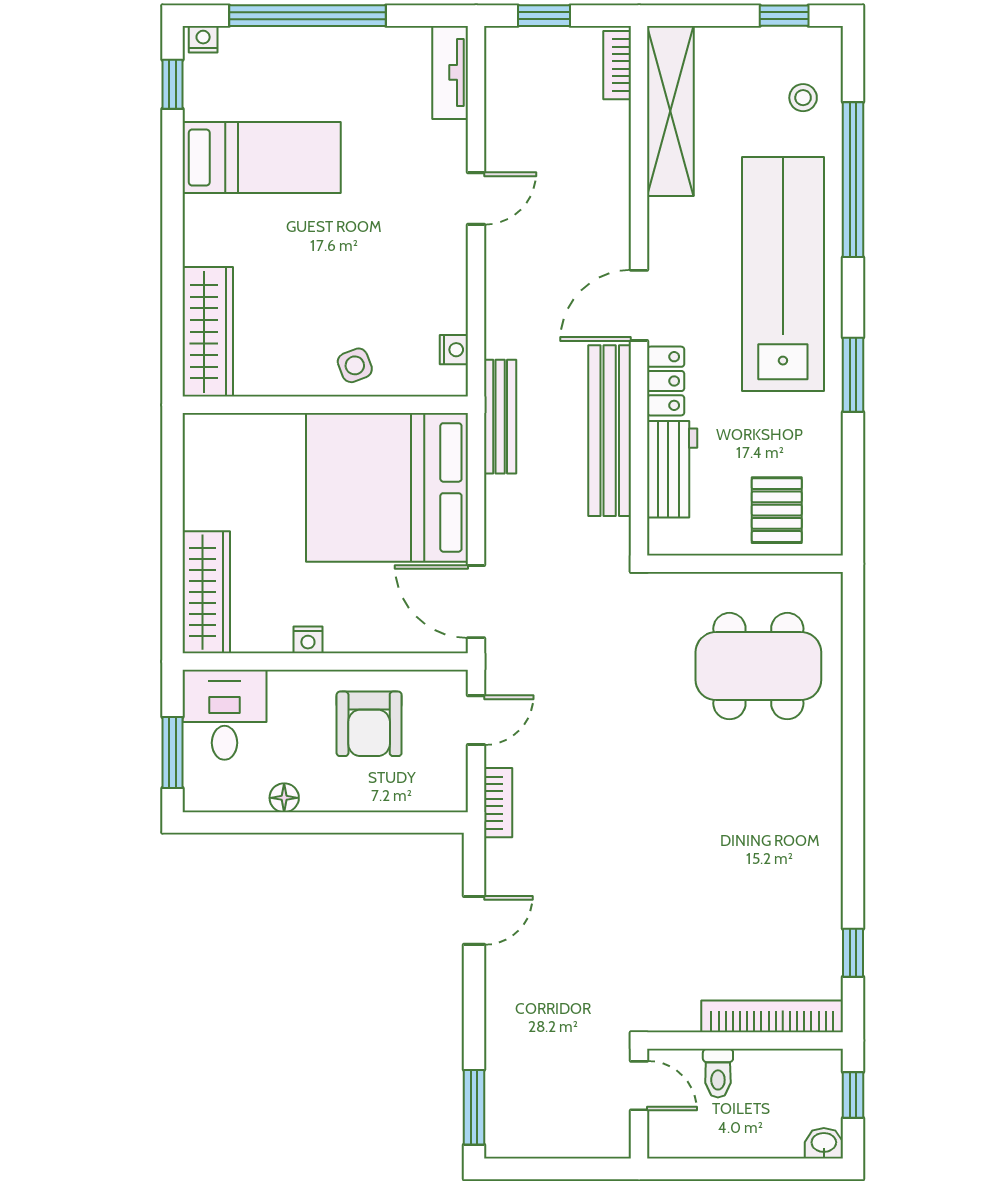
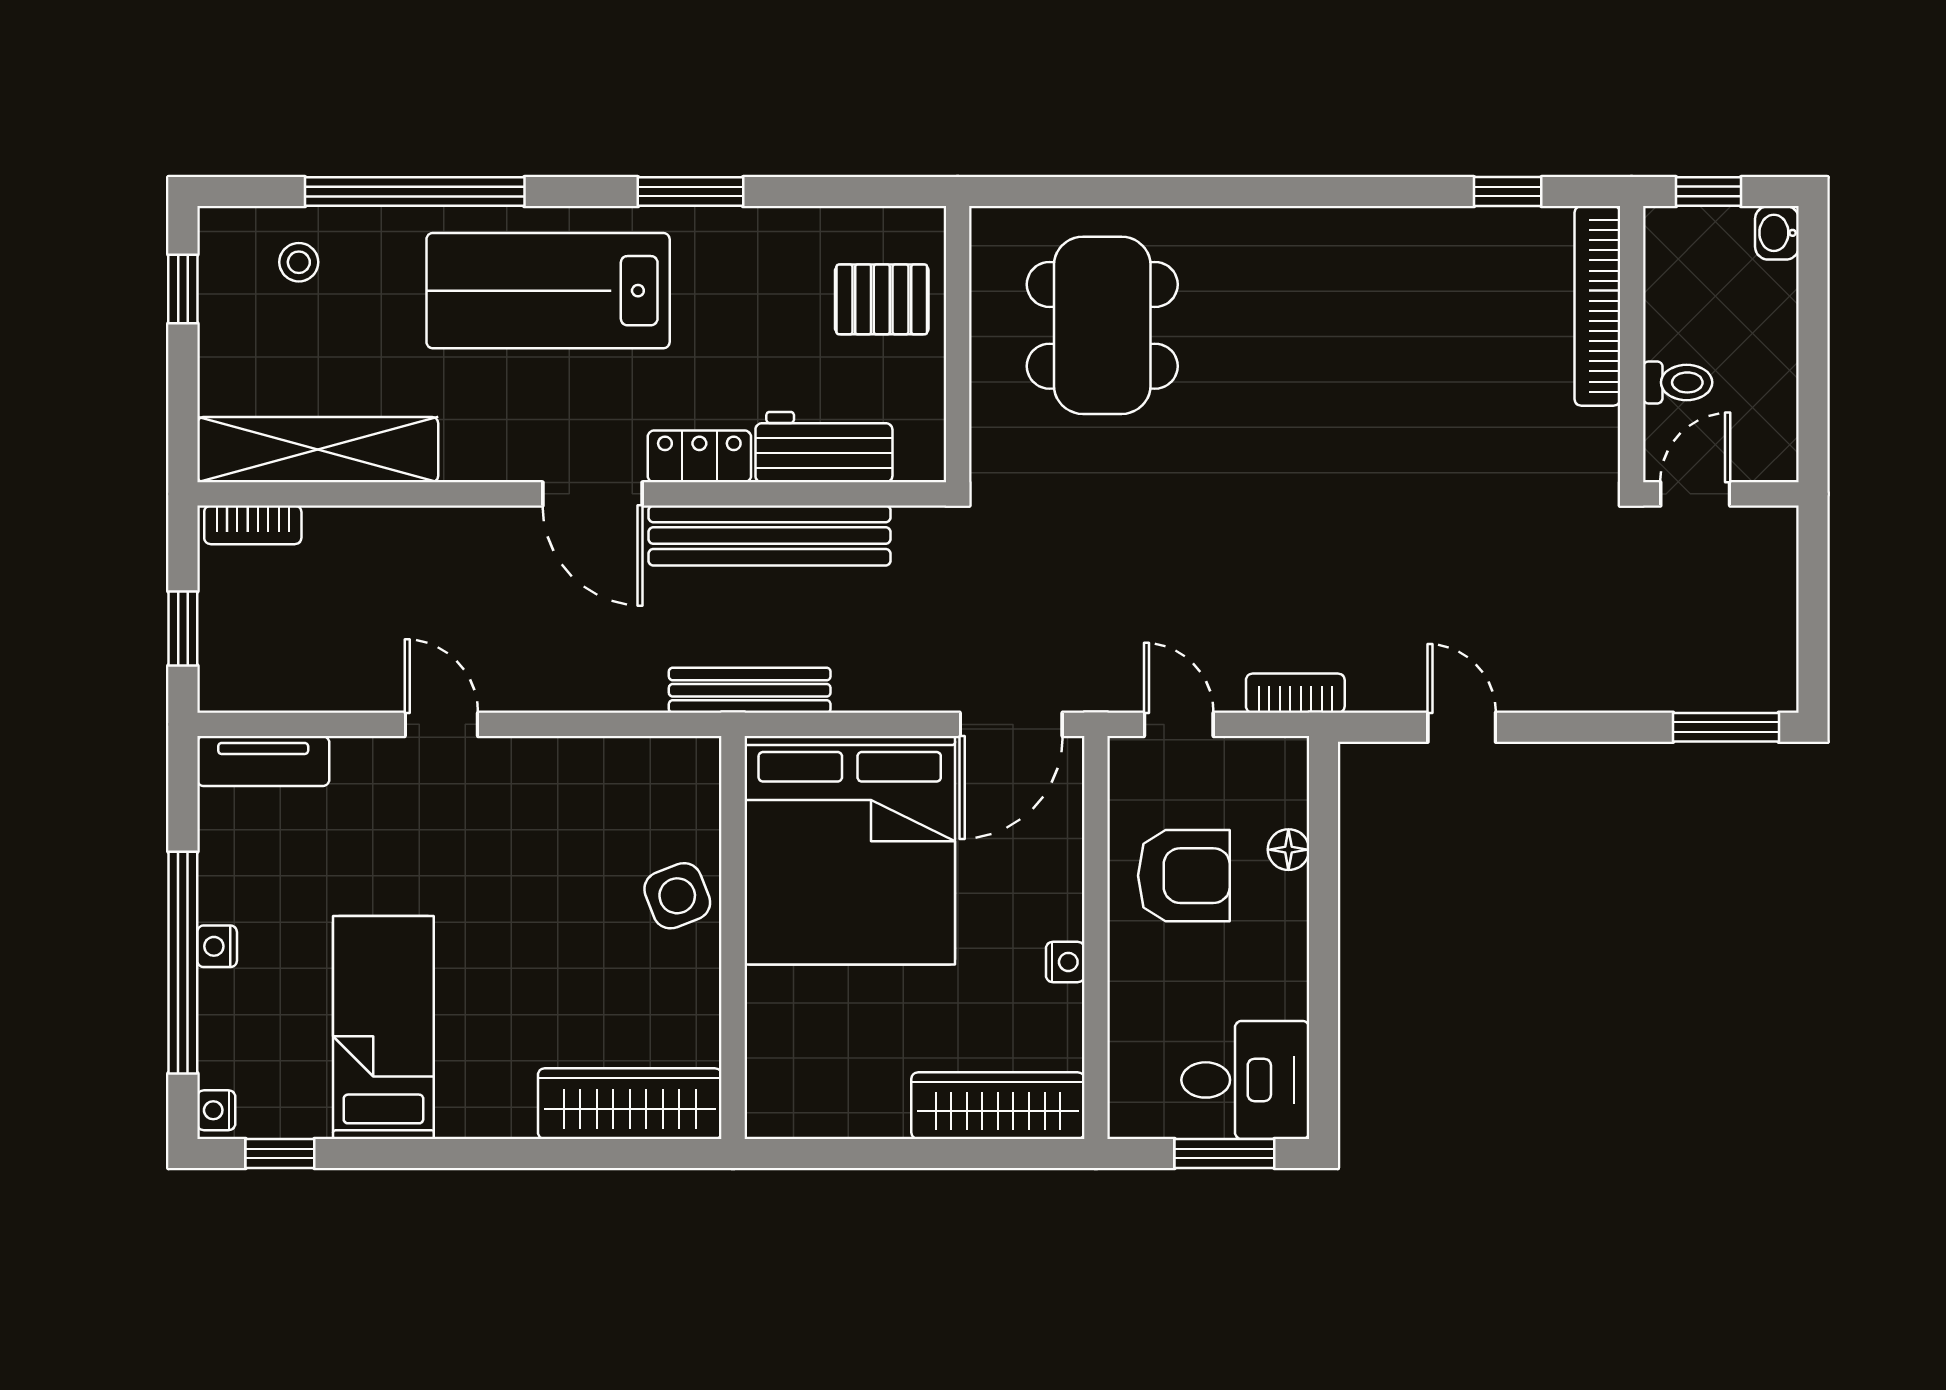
lab bench: (783, 274) -> (548, 291), width x0.73
nightstand: (454, 350) -> (217, 946), moved, turned -90
side table: (355, 365) -> (677, 896), width x1.37, depth x1.37
desk: (224, 715) -> (1245, 1080), moved, turned 180
floor lamp: (284, 798) -> (1288, 850), moved

